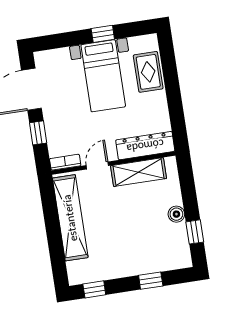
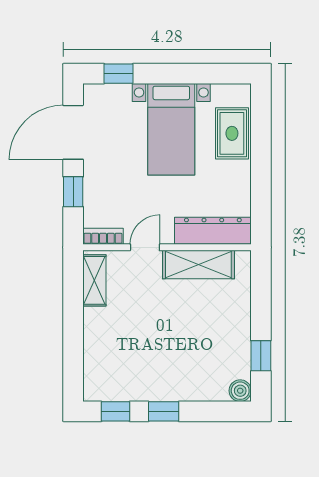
window: (103, 34) -> (118, 74), moved
boiler: (176, 214) -> (240, 391), moved
shelving: (70, 218) -> (94, 280), width x0.45, depth x0.75
window: (151, 281) -> (164, 411), moved

